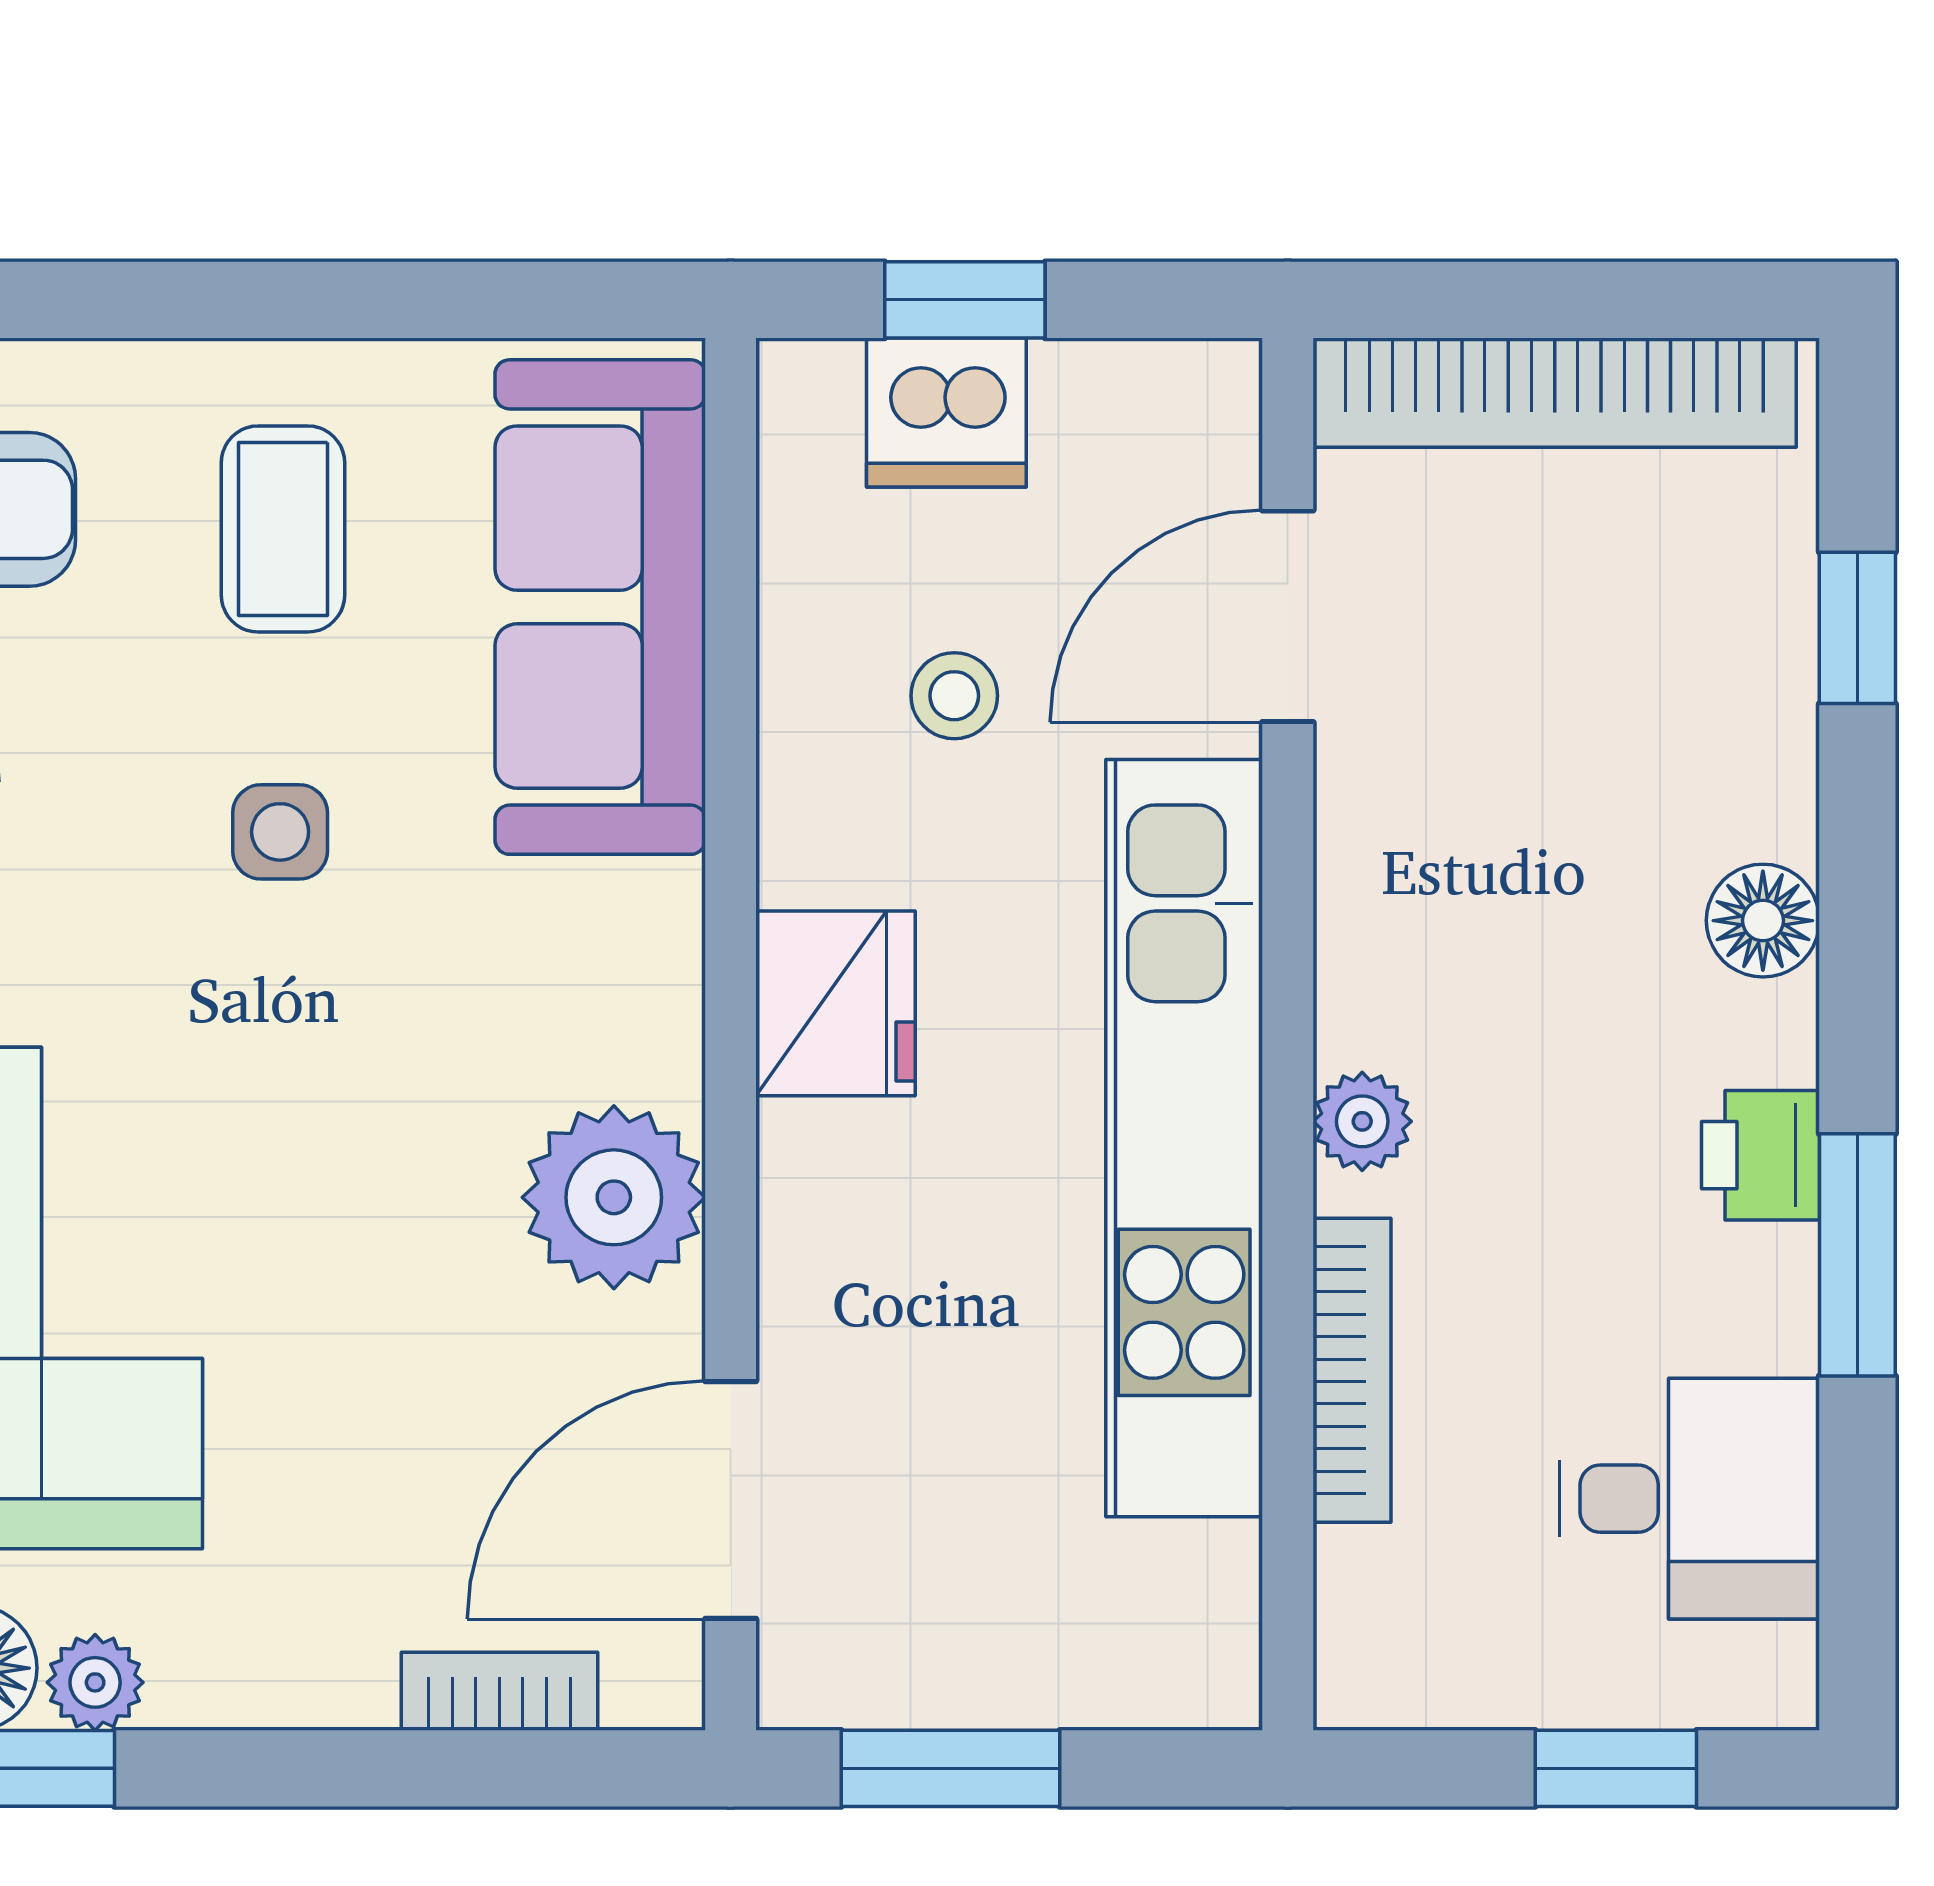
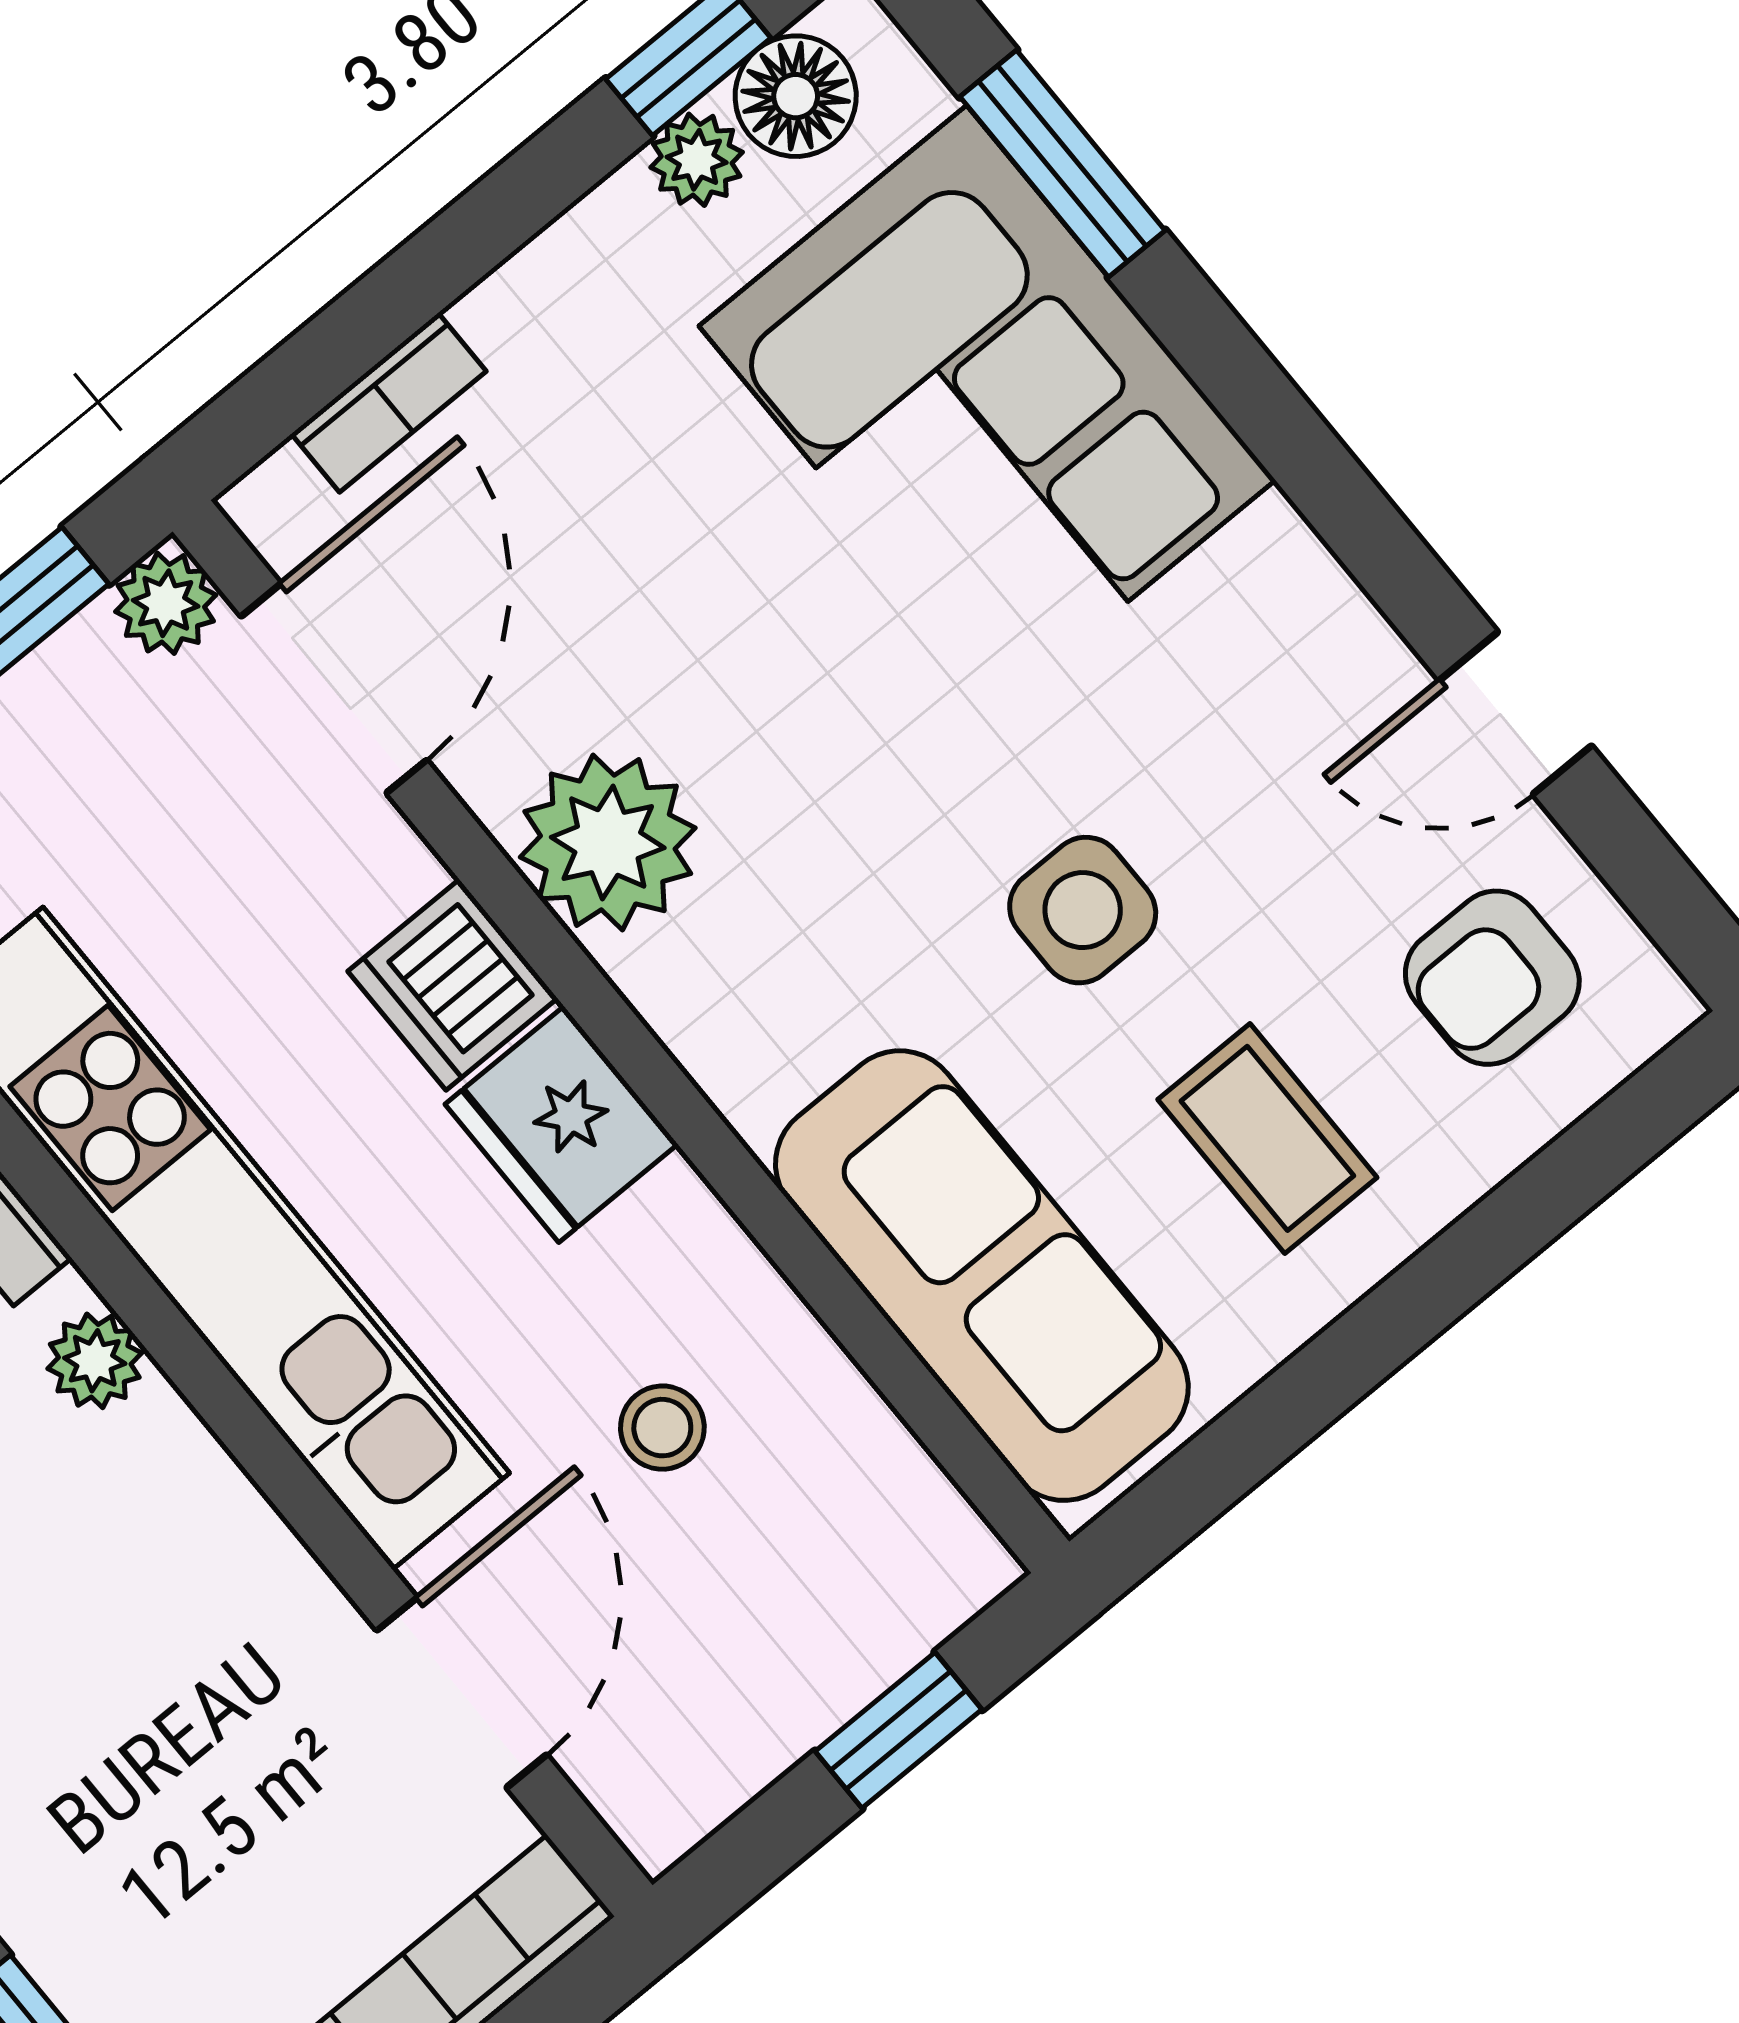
dishwasher: (946, 412) -> (453, 985), moved, turned -90
side table: (280, 832) -> (1083, 910), width x1.37, depth x1.37
plant: (809, 1678) -> (166, 603), added

